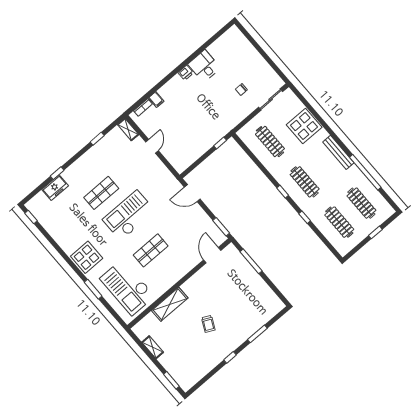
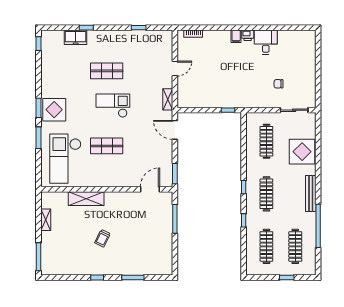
filing cabinet: (156, 100) -> (236, 36), moved
shelving: (128, 129) -> (168, 99), moved
checkout: (129, 215) -> (113, 106), width x0.73, depth x0.83
window: (73, 266) -> (38, 108), added
window: (171, 380) -> (38, 257), width x1.44

